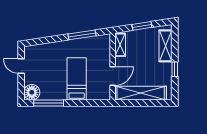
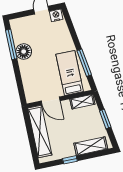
nightstand: (29, 53) -> (56, 15), added
bed: (77, 79) -> (70, 73), moved, turned -90
floor lamp: (32, 92) -> (24, 52), moved

